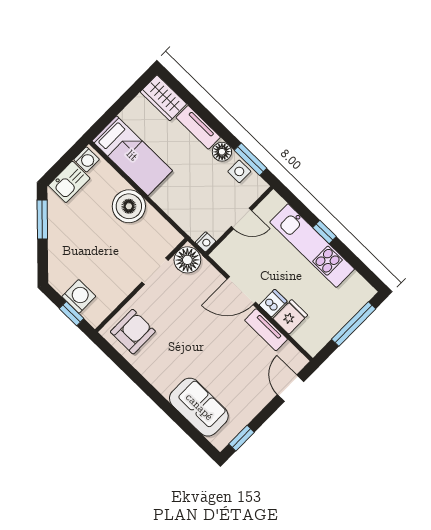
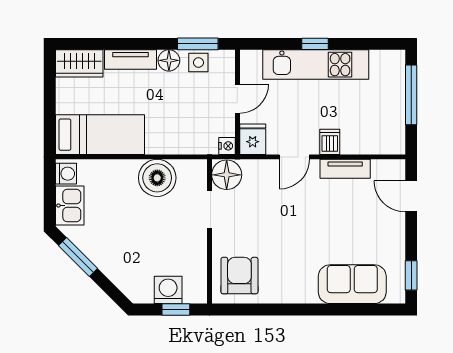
boiler: (129, 206) -> (157, 178), moved
door: (241, 291) -> (294, 157), width x0.73
fridge: (290, 317) -> (253, 139), moved

